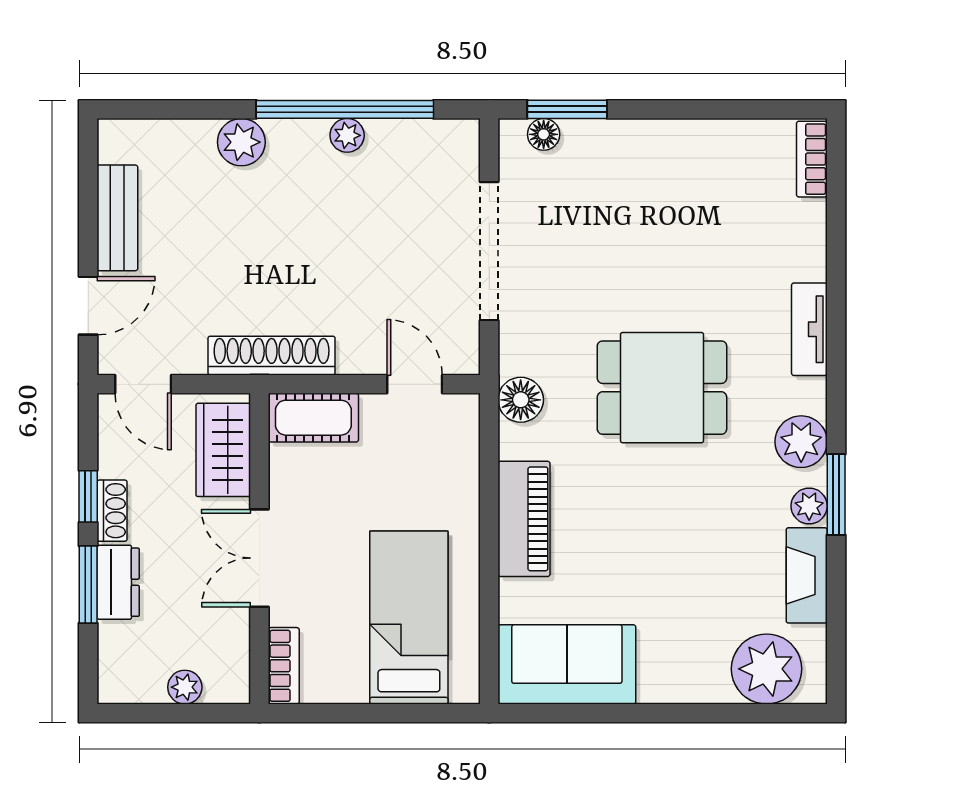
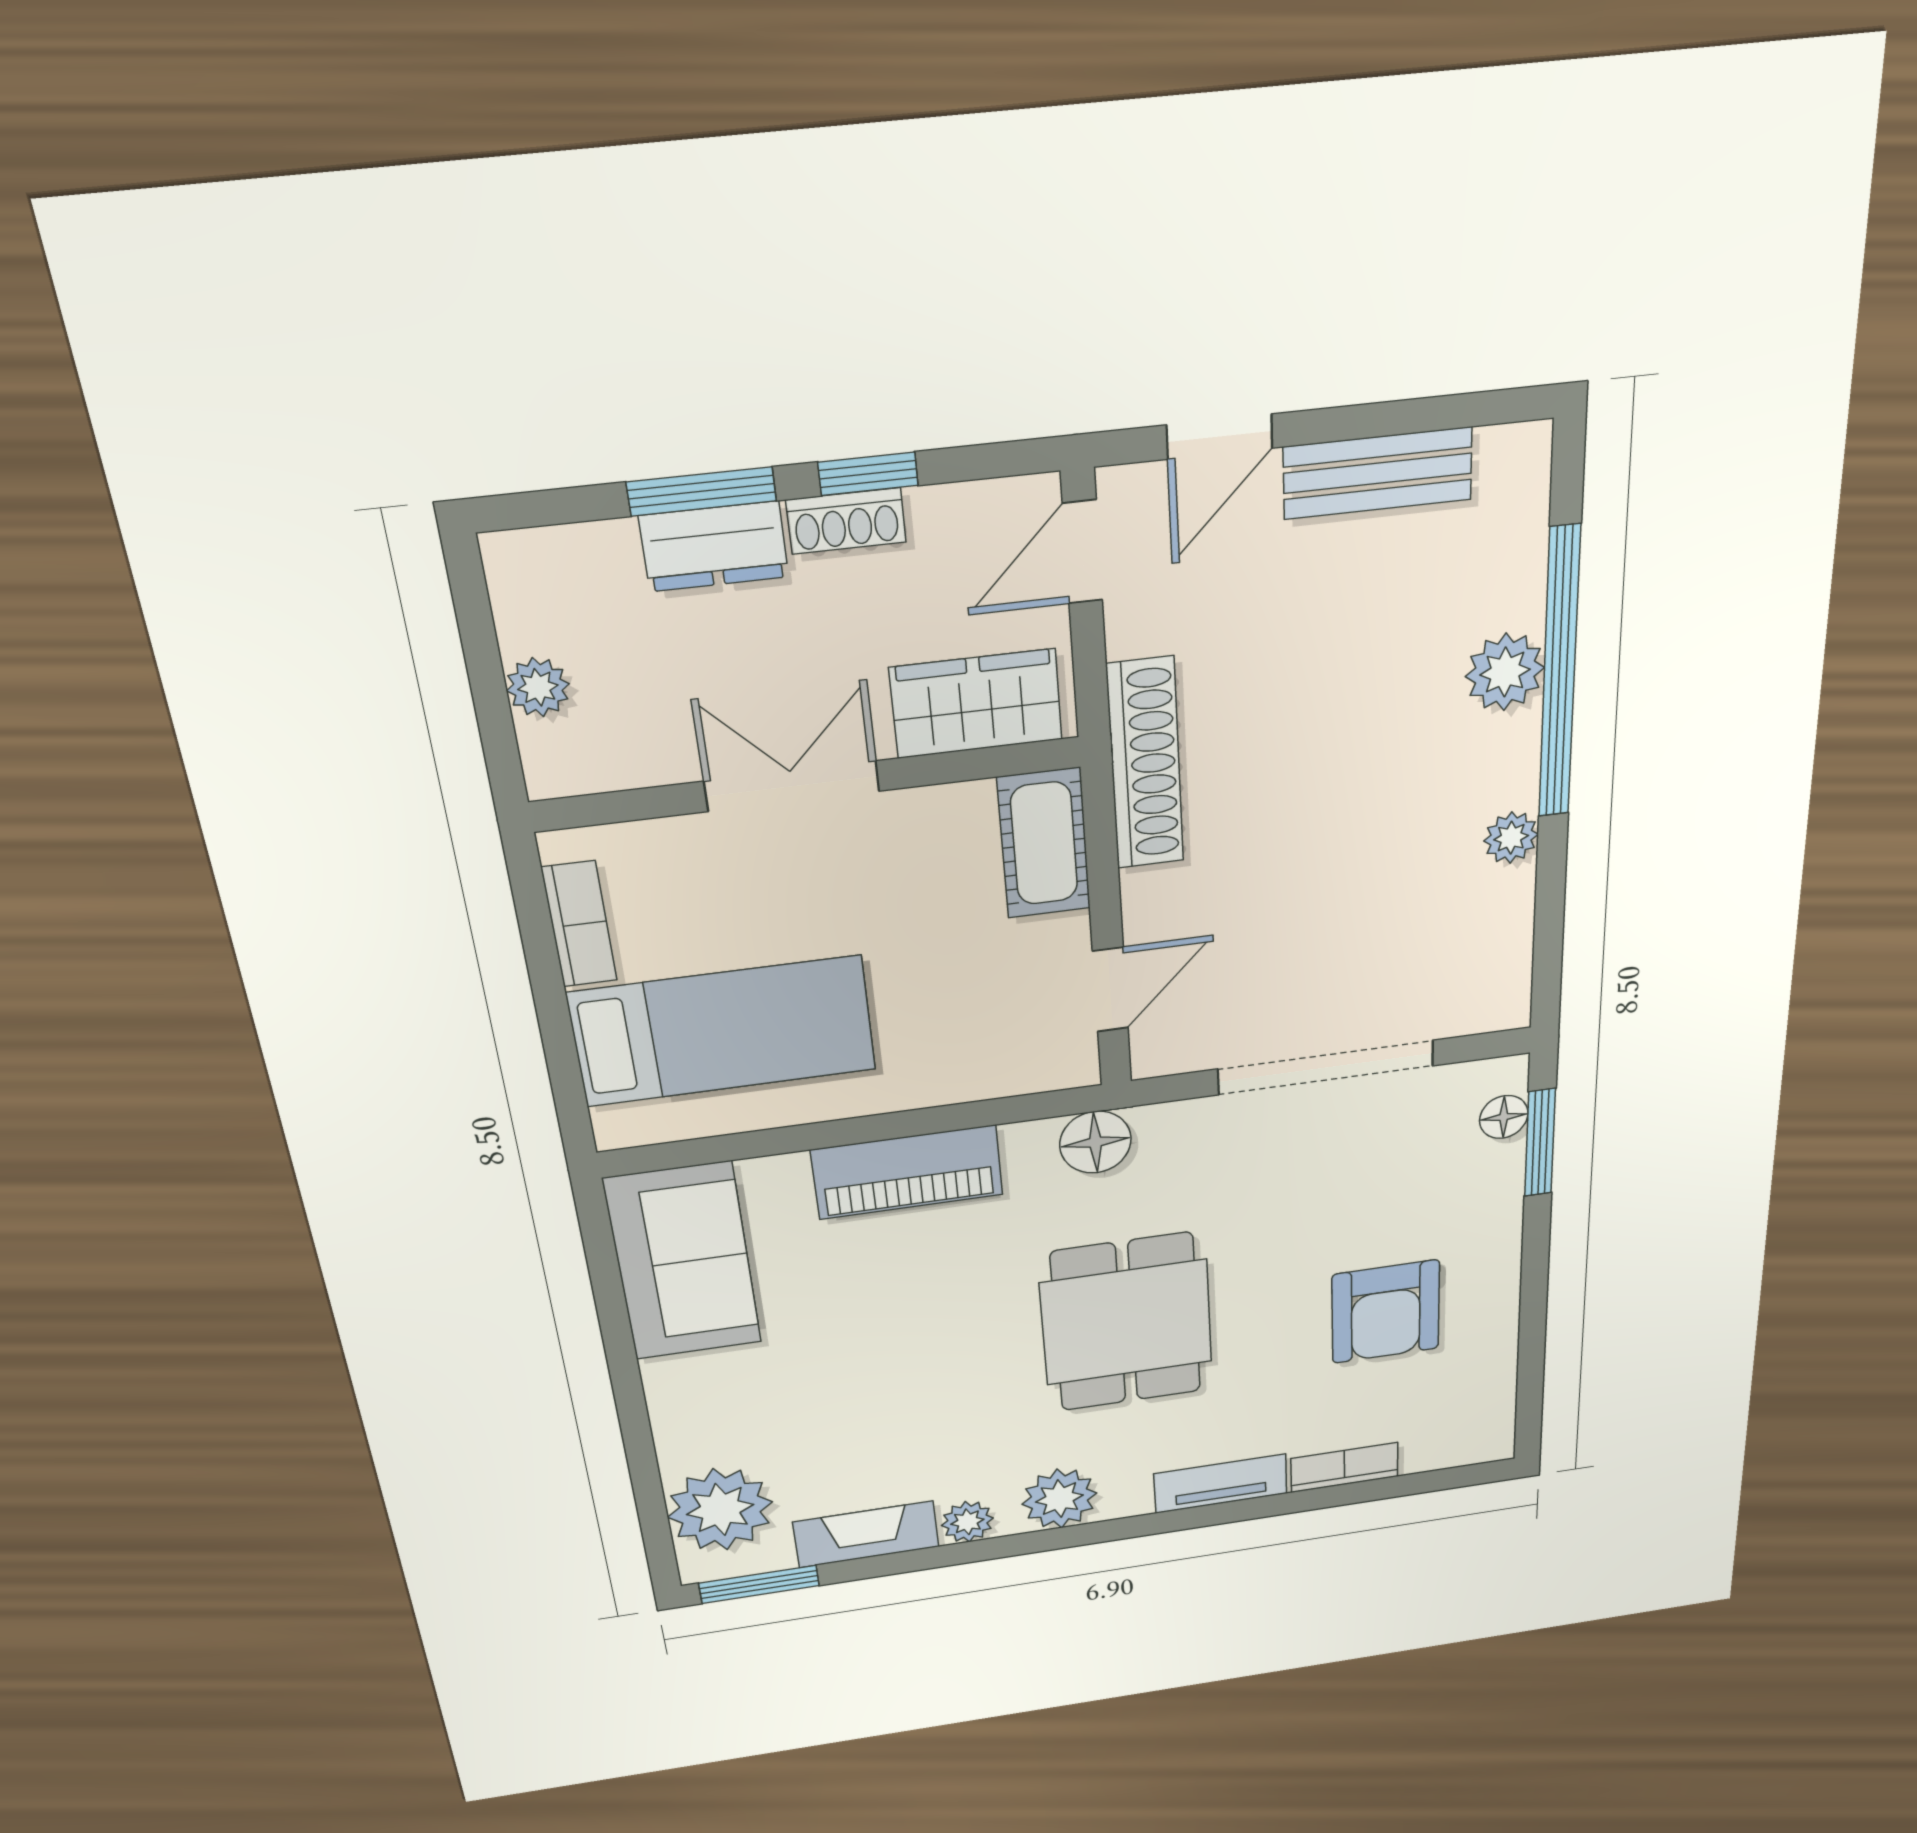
window: (345, 109) -> (1559, 674), moved
bookcase: (812, 159) -> (1344, 1467), moved
armchair: (684, 212) -> (1386, 1312), added
door: (88, 306) -> (1220, 437), hinge flipped
window: (836, 494) -> (759, 1584), moved
bookcase: (284, 666) -> (579, 924), moved, turned -90

